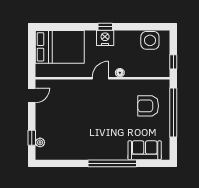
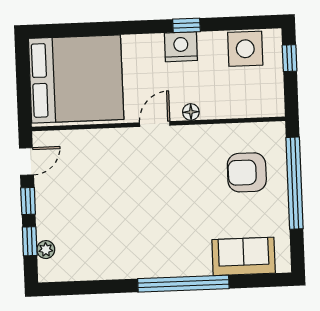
window: (105, 27) -> (186, 25), moved
nightstand: (105, 38) -> (181, 47), moved
bed: (60, 47) -> (76, 79), width x1.36
window: (173, 62) -> (290, 58), moved
window: (32, 116) -> (28, 201), added

